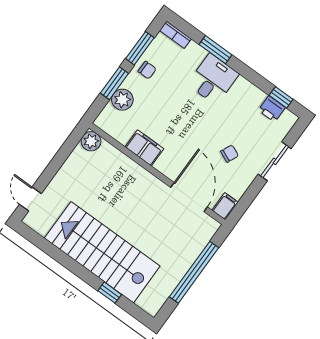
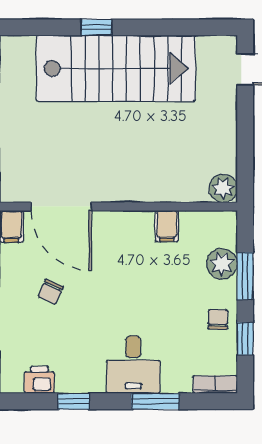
window: (140, 48) -> (245, 339), width x0.67
chair: (147, 70) -> (218, 319), turned 90
window: (281, 97) -> (74, 401), moved
filing cabinet: (144, 148) -> (167, 226), width x0.50
window: (110, 293) -> (97, 27), moved

